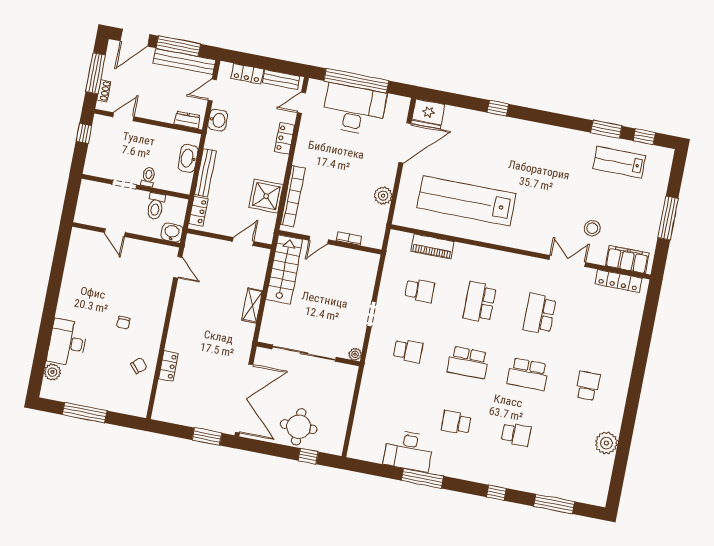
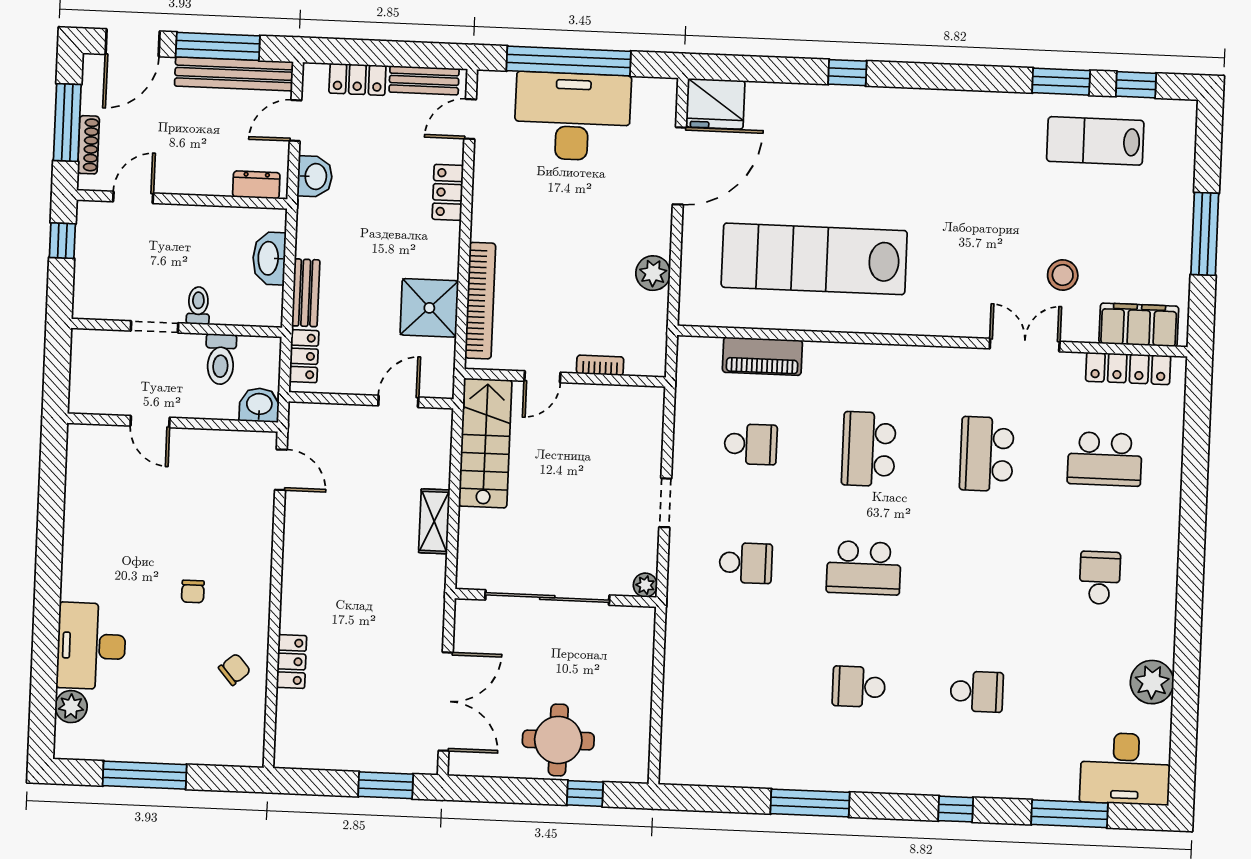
shoe rack: (104, 91) -> (88, 145), width x1.43
bench: (205, 173) -> (306, 293), width x0.73
school desk: (528, 374) -> (1105, 459), moved
double door: (244, 398) -> (446, 702), width x0.73
desk: (409, 451) -> (1125, 769), moved

